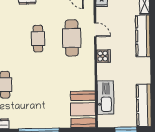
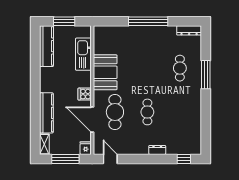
door: (95, 30) -> (92, 120), width x1.88
booth: (83, 109) -> (105, 72), moved

